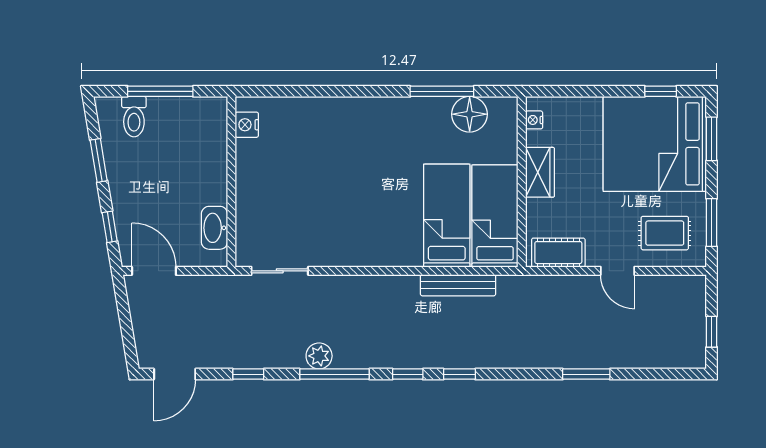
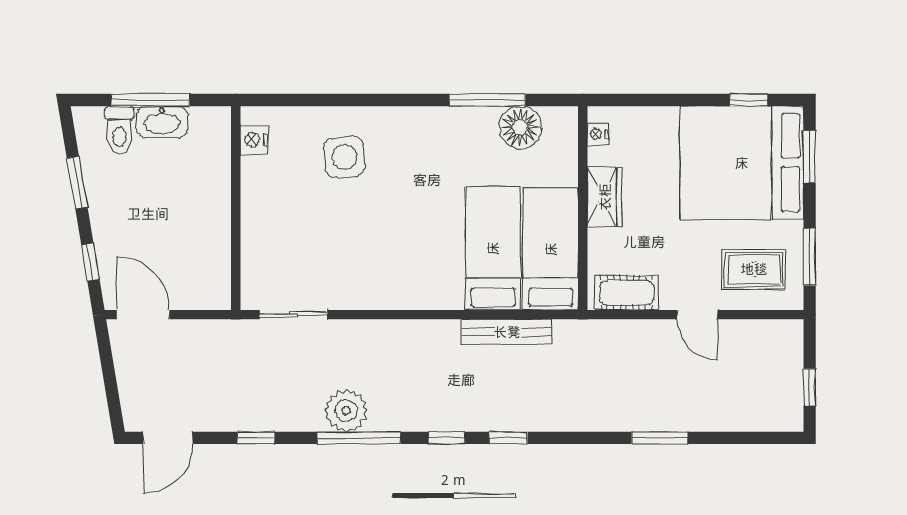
side table: (322, 139) -> (344, 157), added
washbasin: (214, 228) -> (162, 122), moved, turned -90
plant: (319, 356) -> (346, 411), width x1.36, depth x1.36

